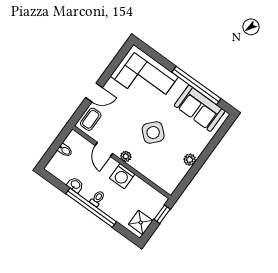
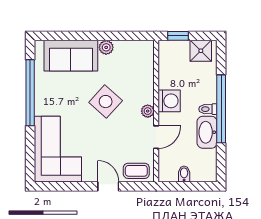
sofa: (200, 108) -> (71, 56), moved, turned 90
washbasin: (75, 185) -> (207, 132), width x1.91, depth x1.45

